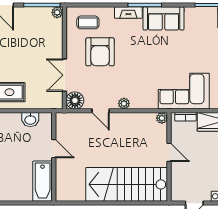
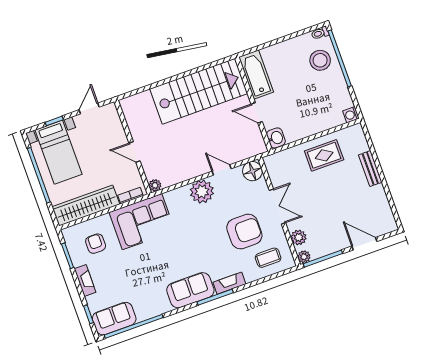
plant: (56, 30) -> (299, 237), added
armchair: (100, 52) -> (244, 232), turned 90
double door: (65, 75) -> (277, 207), moved
plant: (124, 104) -> (202, 192), width x1.88, depth x1.88
washbasin: (30, 120) -> (276, 138), moved, turned 90
stairs: (127, 184) -> (199, 91), moved

